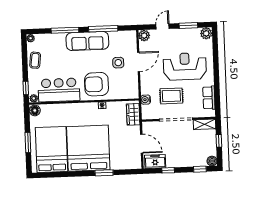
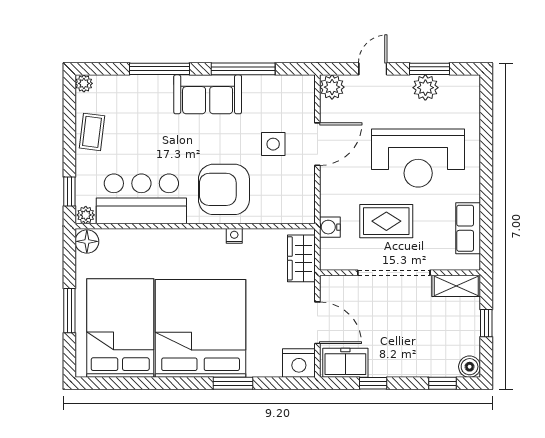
plant: (206, 33) -> (425, 88), moved
sofa: (87, 41) -> (208, 94), width x0.73
reception desk: (185, 66) -> (418, 158), turned 180
nightstand: (134, 162) -> (299, 363), added

